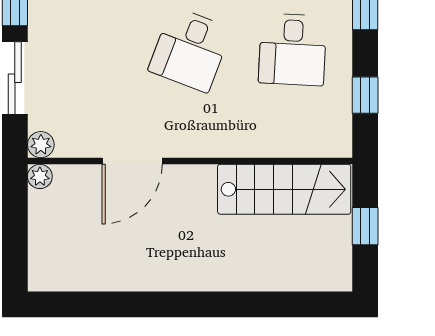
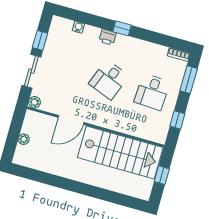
plant: (40, 176) -> (24, 139), moved
stairs: (284, 189) -> (120, 153), width x1.36, depth x1.51

